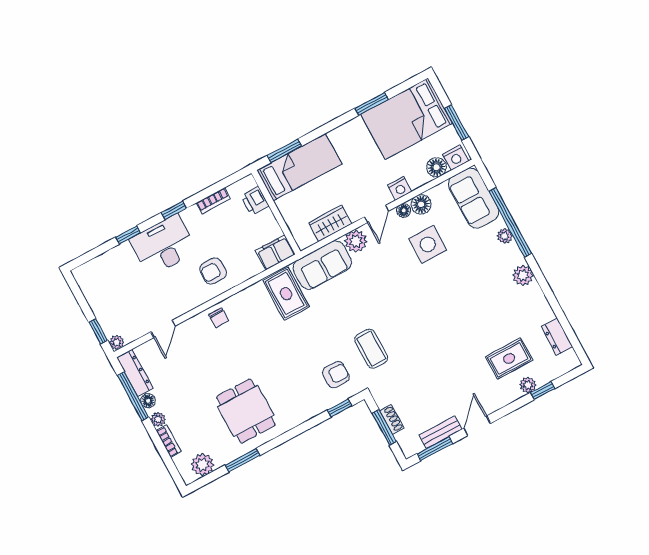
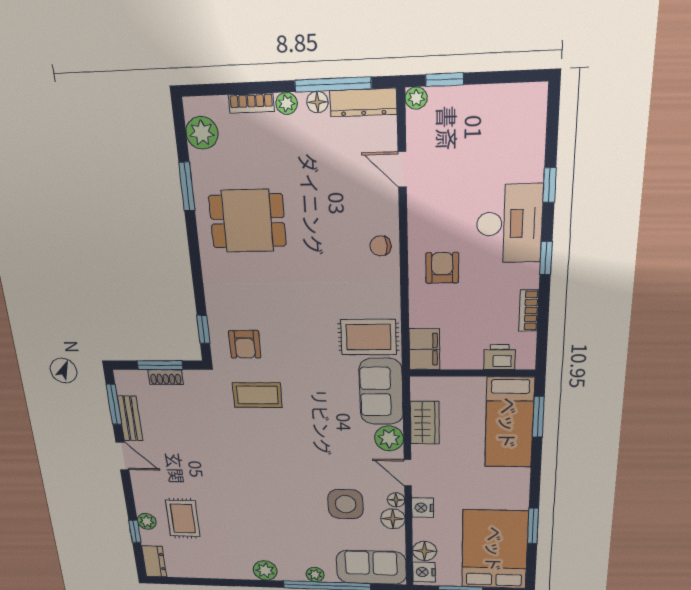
dresser: (557, 337) -> (154, 561), moved, turned 90

